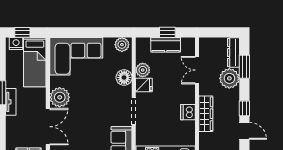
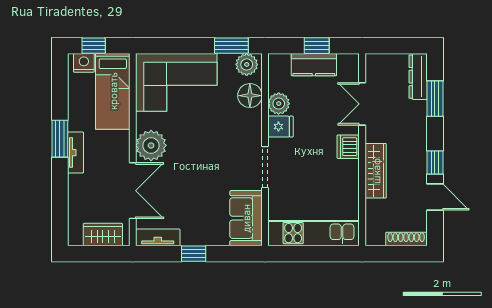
window: (112, 32) -> (231, 46), added
floor lamp: (124, 78) -> (250, 96), moved
plant: (229, 78) -> (412, 116), removed
dishwasher: (188, 112) -> (348, 147), moved

